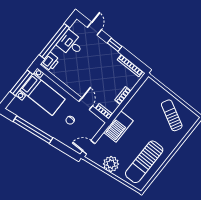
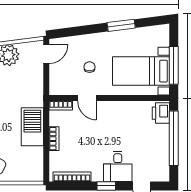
desk: (71, 44) -> (118, 166), moved, turned 90
barbecue: (118, 127) -> (32, 127), moved
window: (33, 130) -> (121, 25), width x0.47

